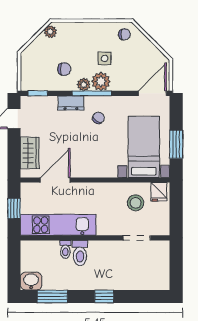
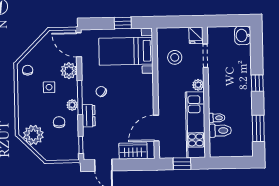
plant: (50, 32) -> (33, 135), width x1.87, depth x1.87
plant: (101, 81) -> (69, 71), moved
window: (176, 144) -> (123, 23), width x0.67
door: (55, 180) -> (156, 128), hinge flipped
fridge: (159, 192) -> (196, 35), moved, turned 90
plant: (104, 229) -> (198, 85), added
toilet: (80, 253) -> (220, 131), moved
washbasin: (31, 281) -> (243, 35), moved

